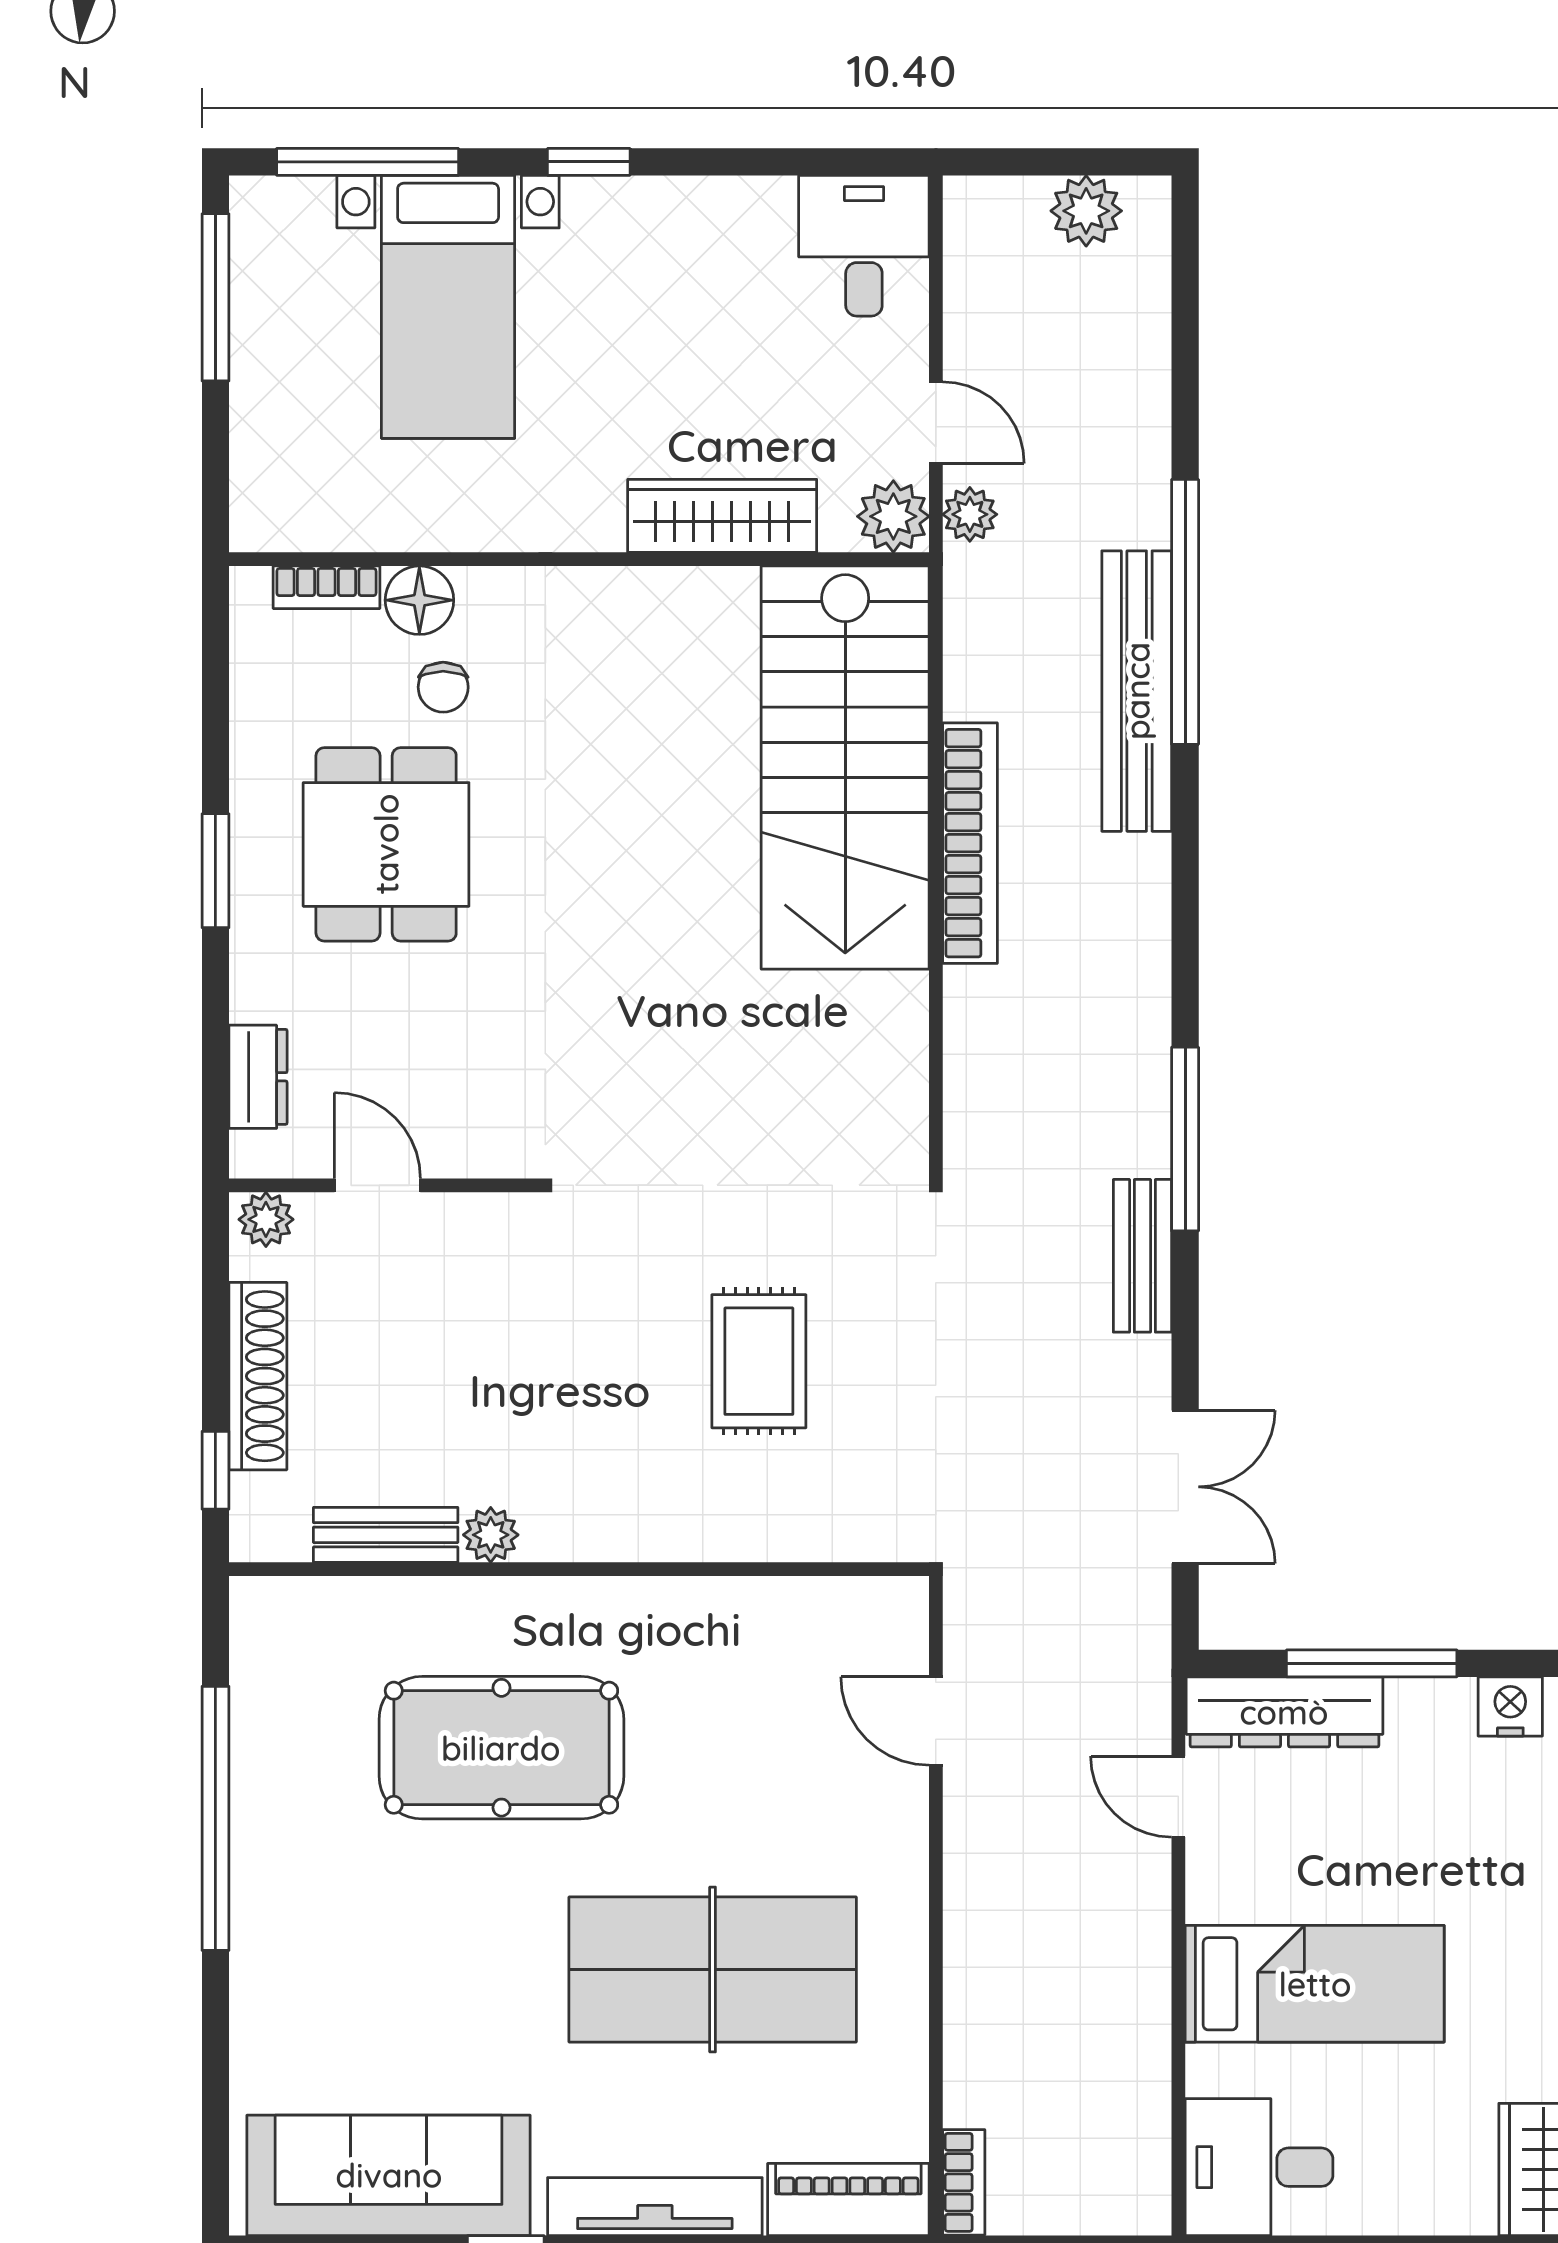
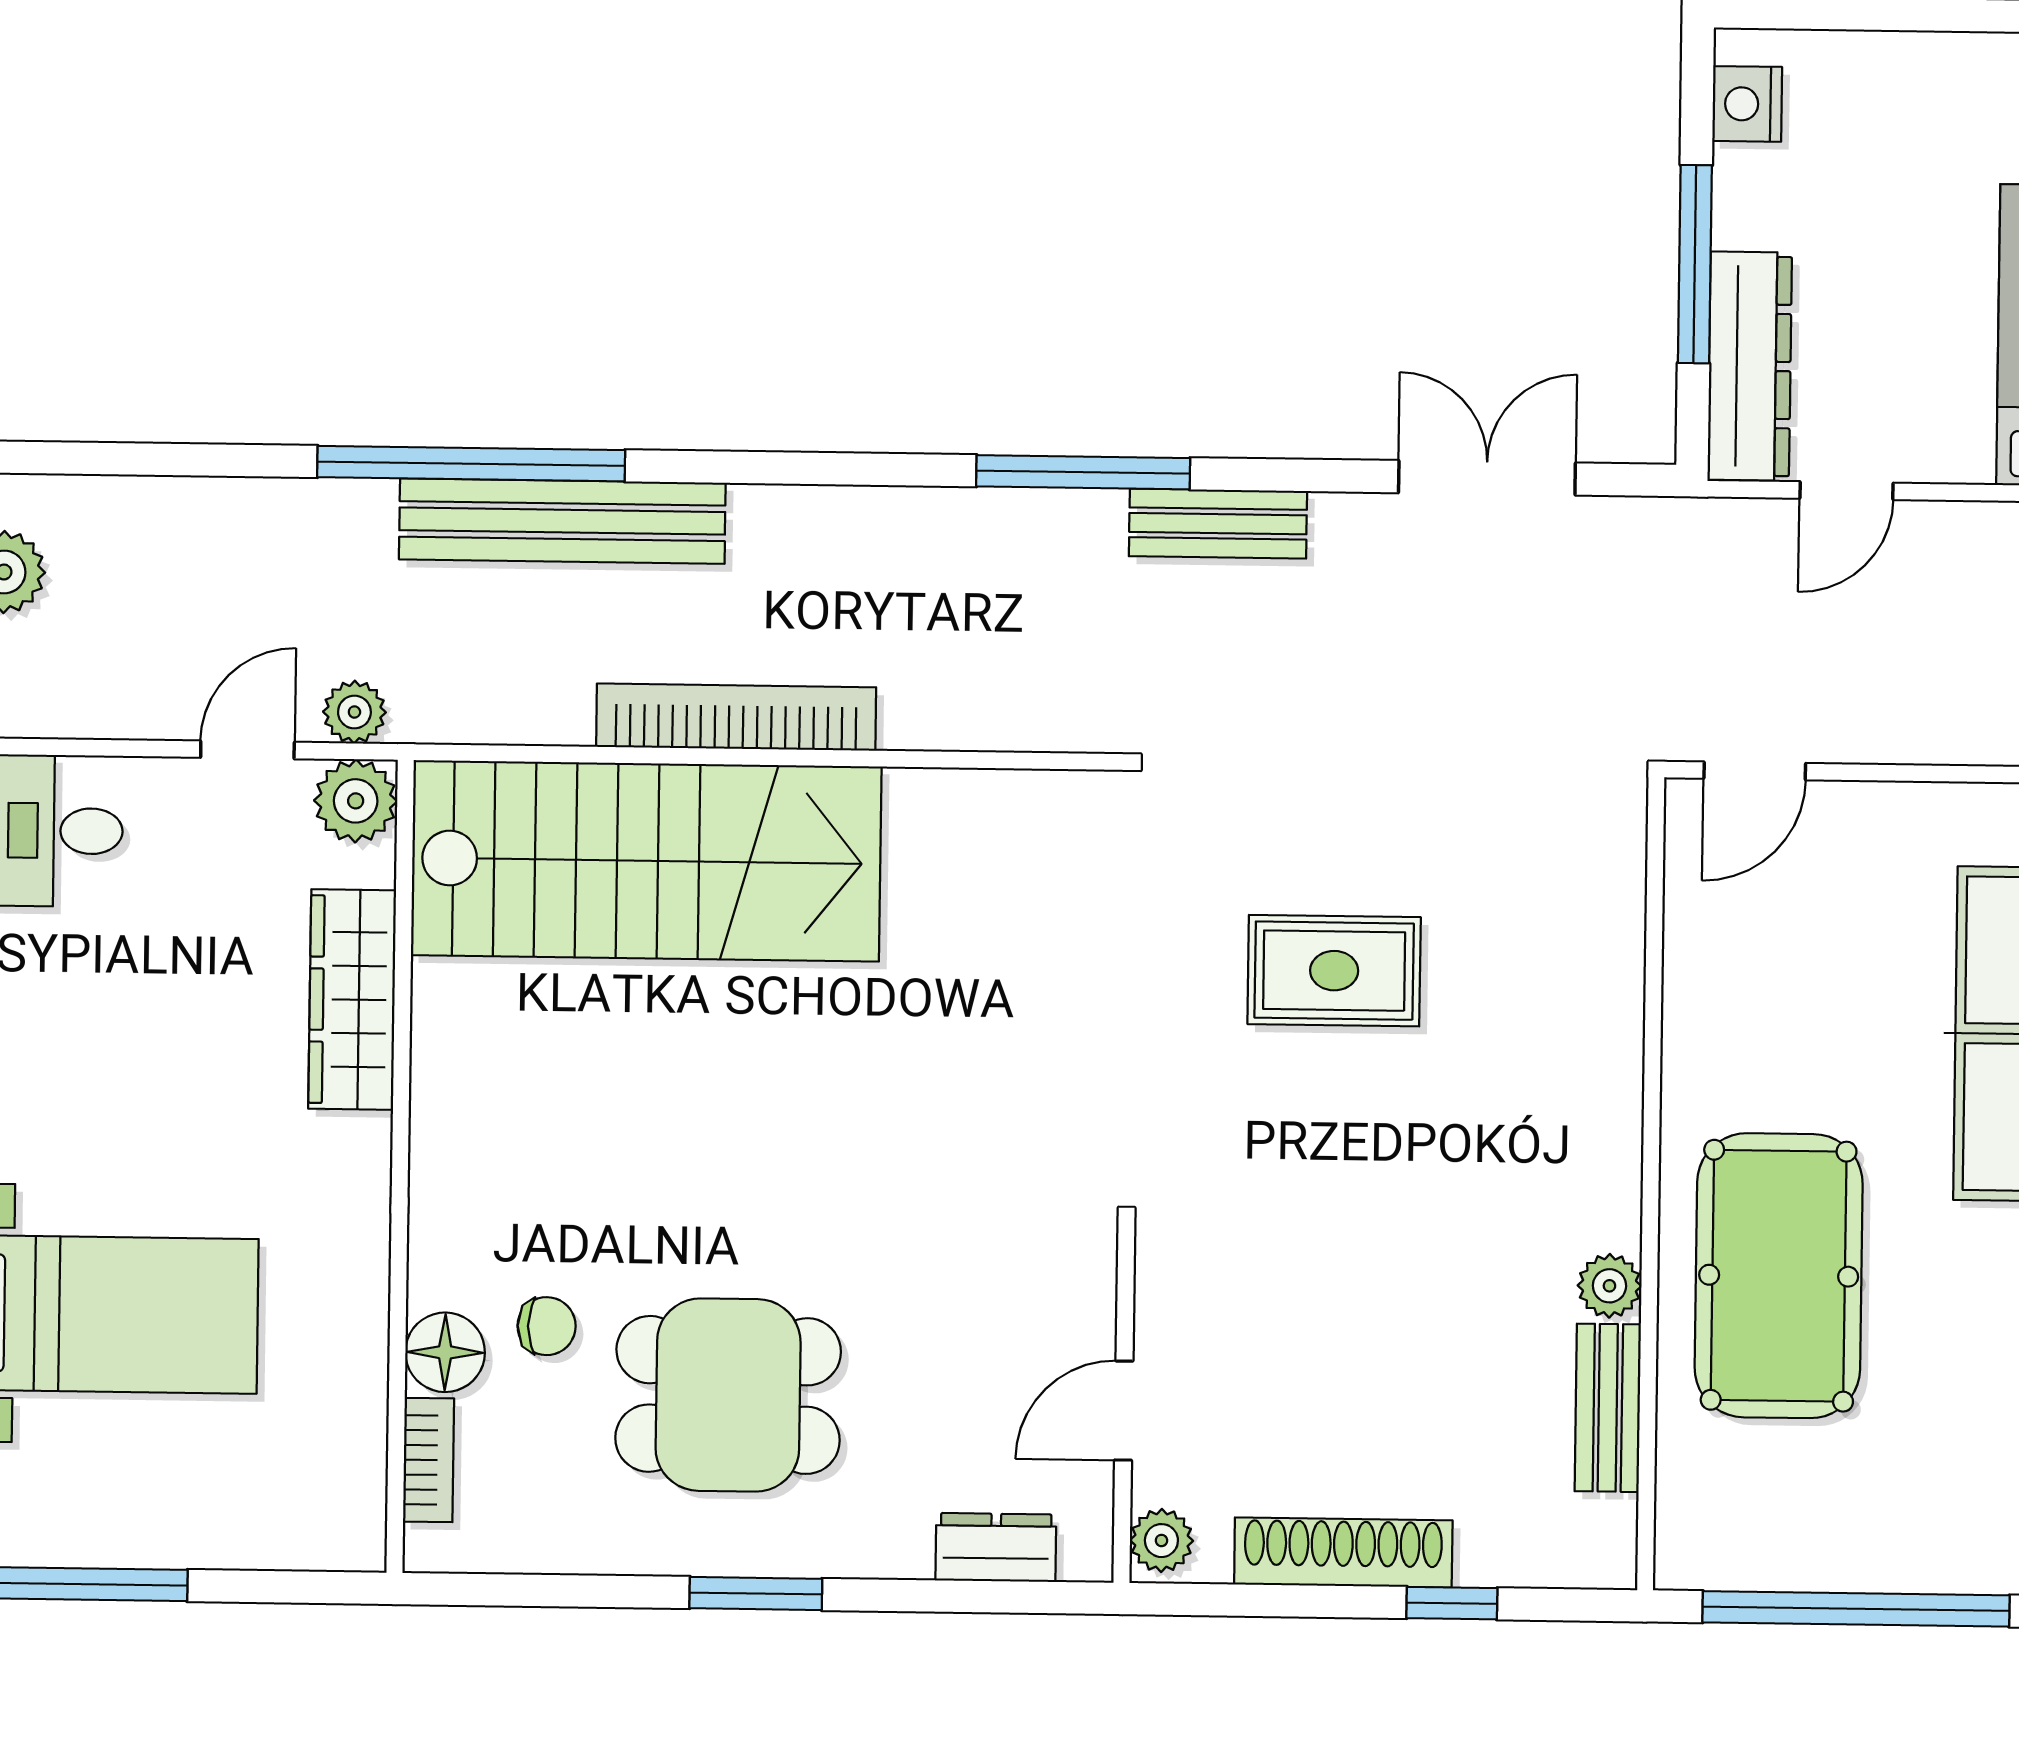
bench: (386, 1535) -> (1608, 1408), moved
plant: (491, 1535) -> (1609, 1286), moved
wall: (579, 1569) -> (1651, 1184), moved

